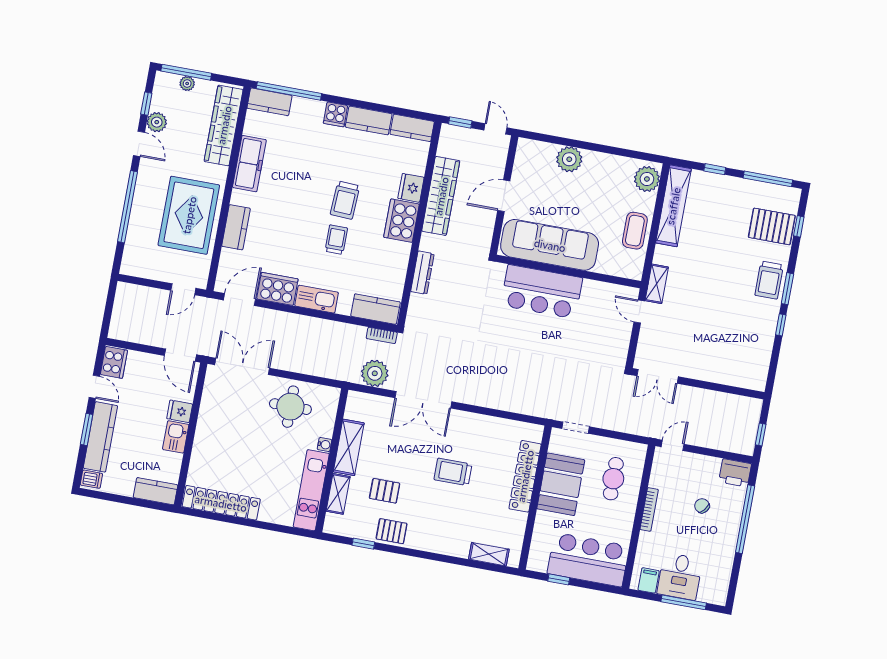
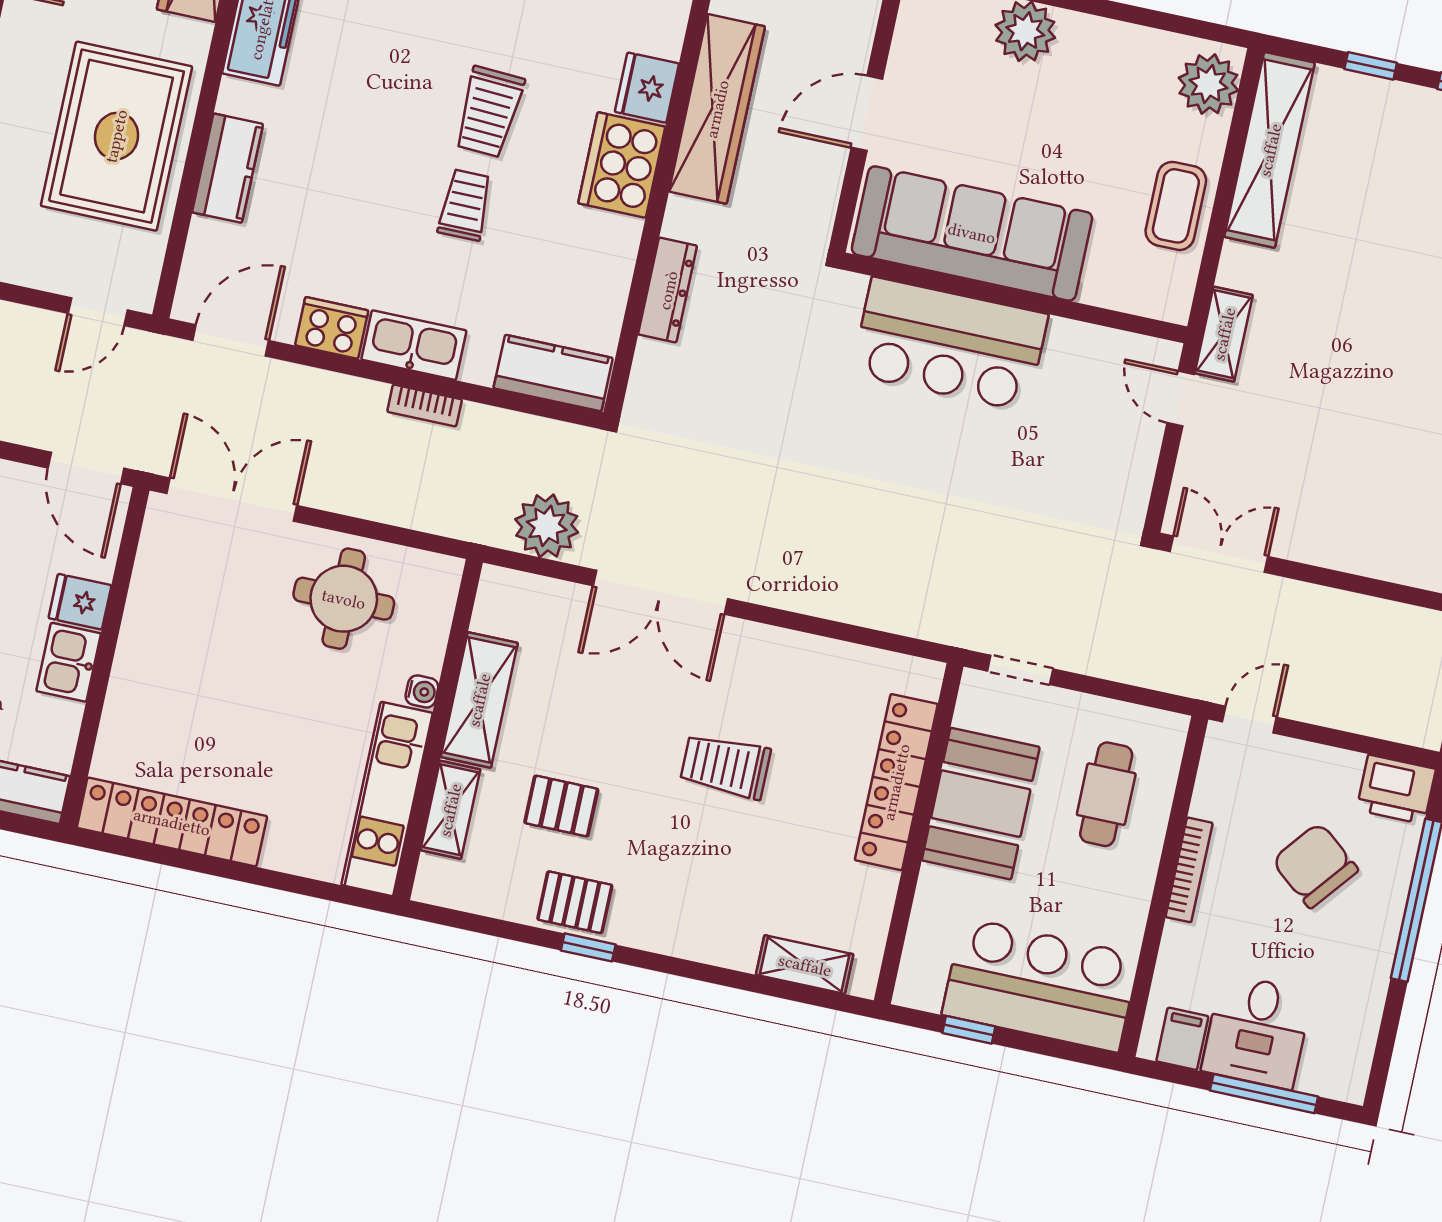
cooker: (277, 289) -> (332, 328), width x0.73, depth x0.76
bookcase: (382, 335) -> (425, 406), moved
double door: (658, 376) -> (1219, 554), swing flipped
chair: (702, 506) -> (1315, 865), width x1.87, depth x1.87
window: (363, 544) -> (588, 947), moved

